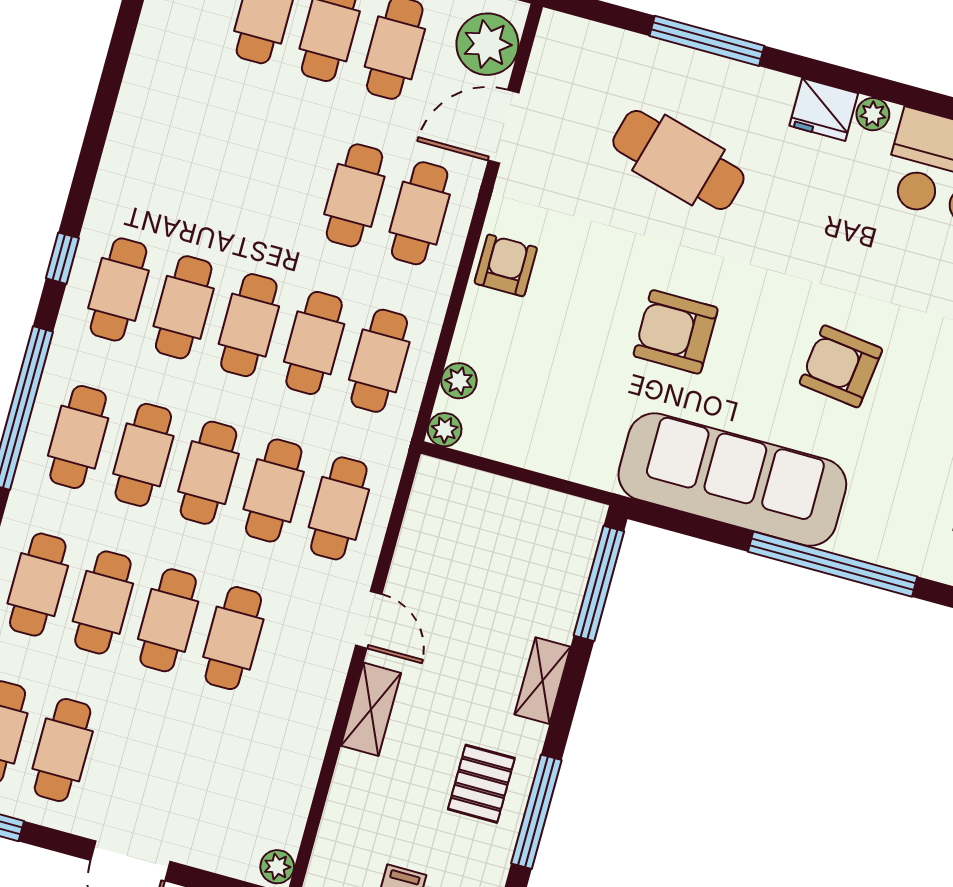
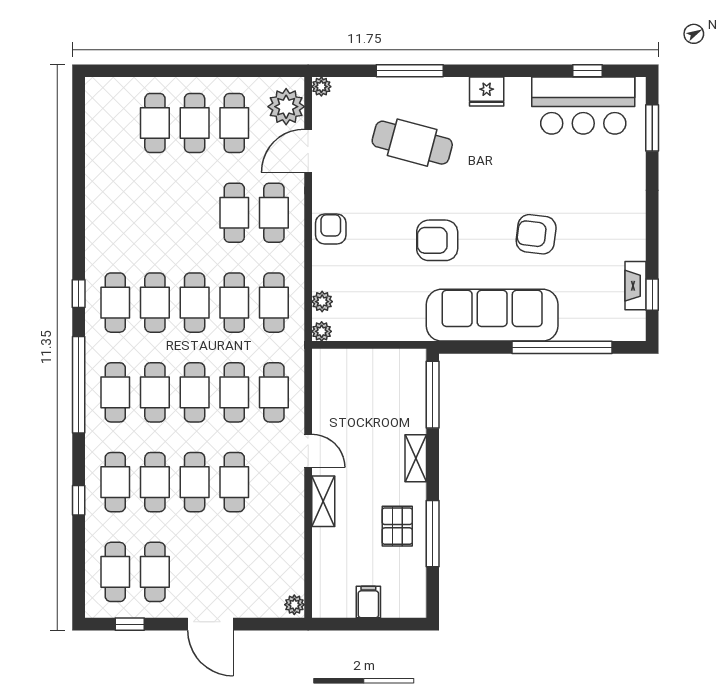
plant: (873, 114) -> (321, 87), moved

